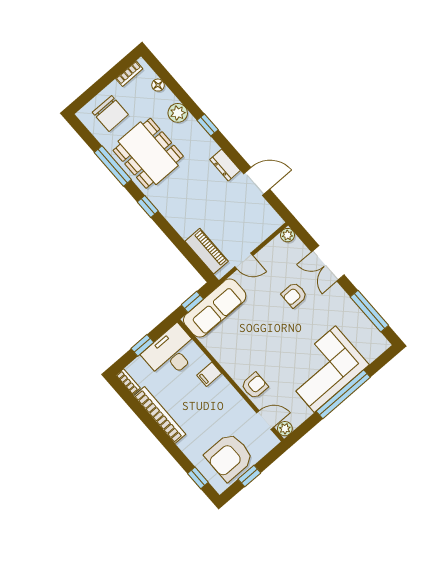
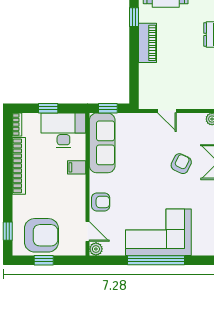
piano: (207, 251) -> (148, 43), moved
armchair: (294, 295) -> (181, 164), turned 116
sofa: (215, 308) -> (102, 143), moved, turned -90
armchair: (229, 457) -> (41, 235), turned 180

